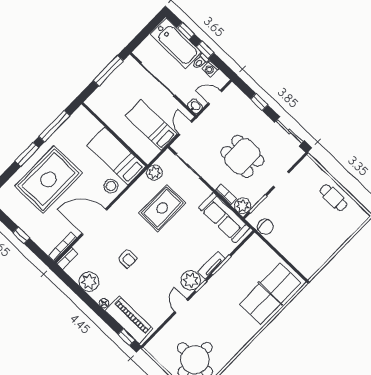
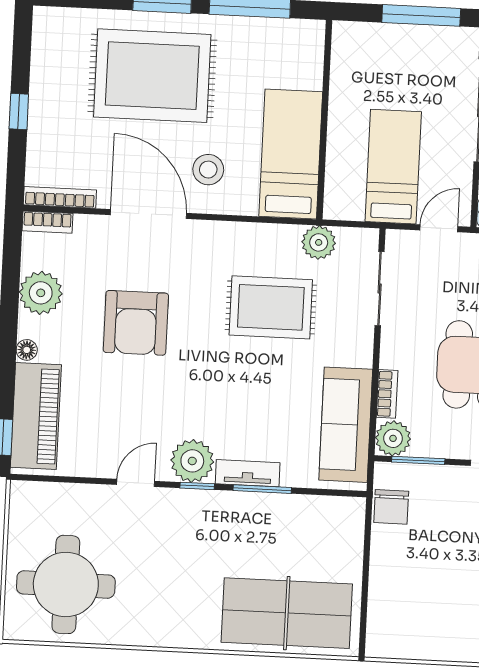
stool: (111, 186) -> (208, 170), moved
armchair: (127, 258) -> (136, 323), width x1.88, depth x1.88

